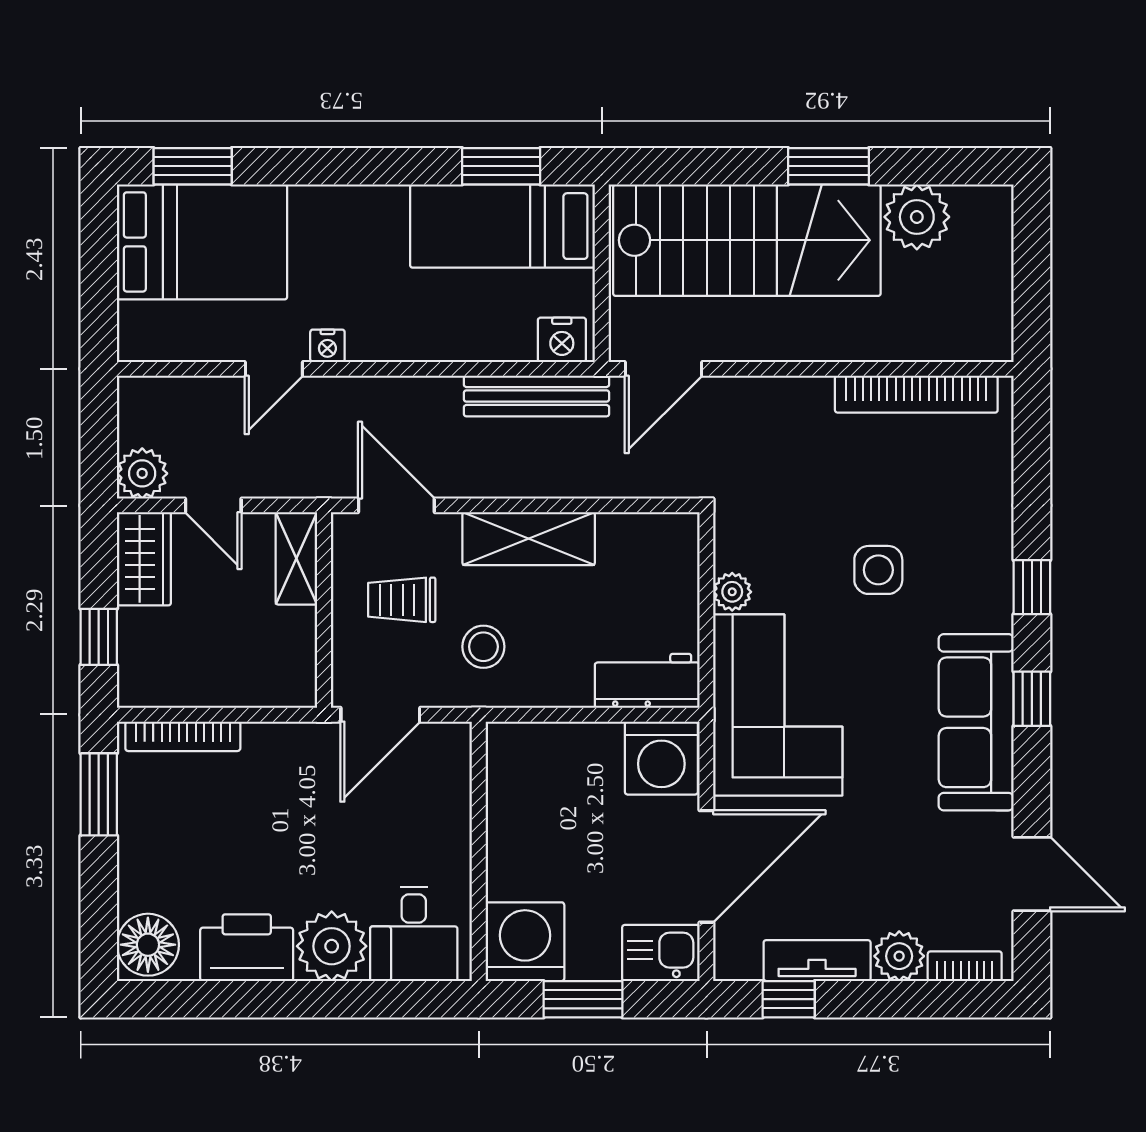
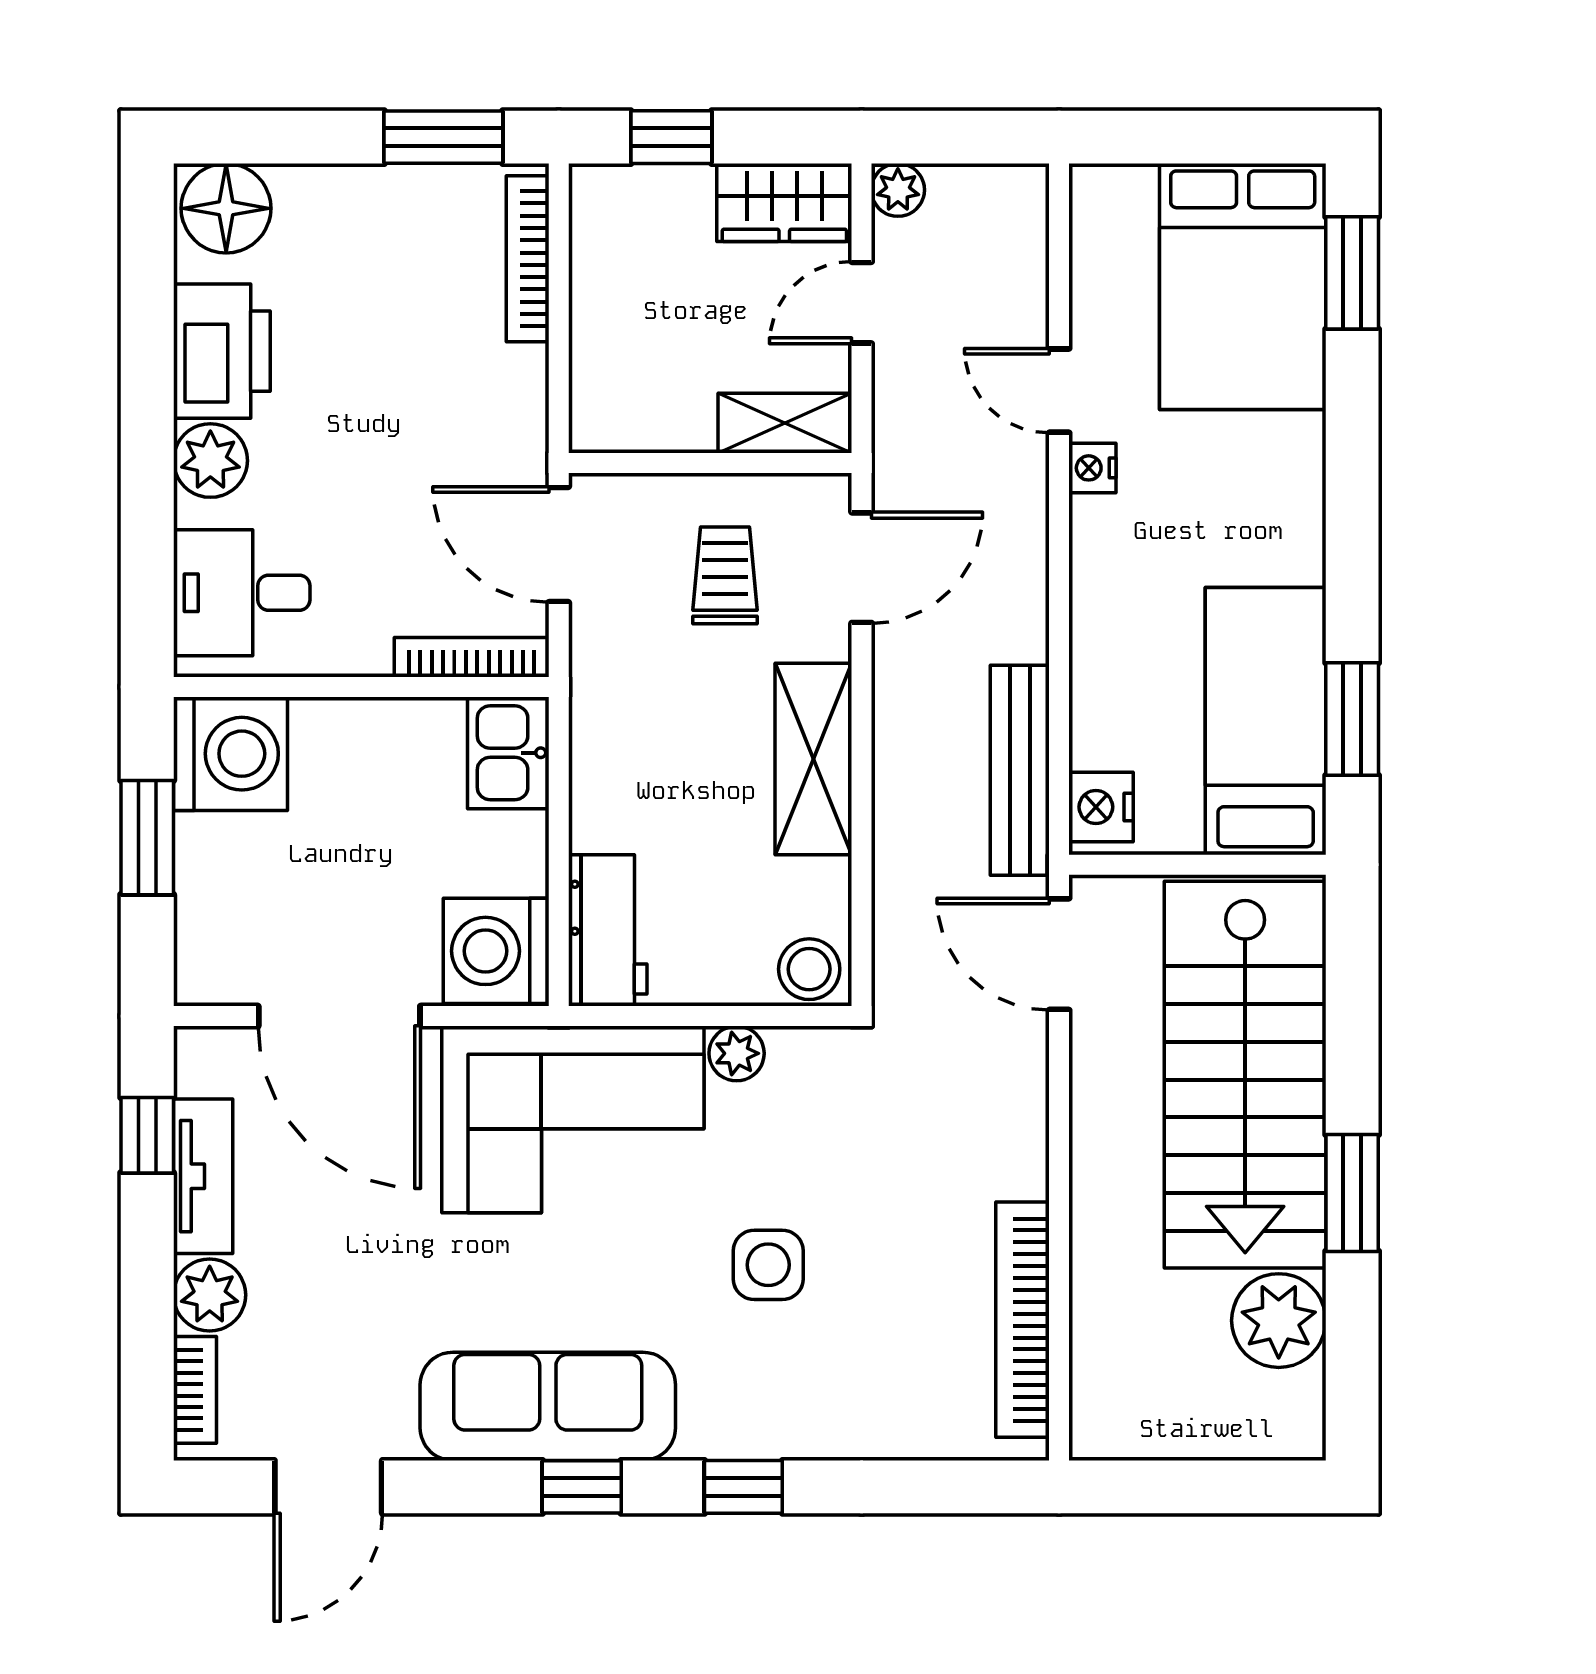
plant: (142, 473) -> (898, 190), width x0.73, depth x0.73
stool: (483, 647) -> (809, 969), moved
bookcase: (458, 775) -> (472, 657), added
plant: (332, 946) -> (210, 461), width x0.73, depth x0.73
kitchen sink: (661, 953) -> (508, 753), moved, turned 180

